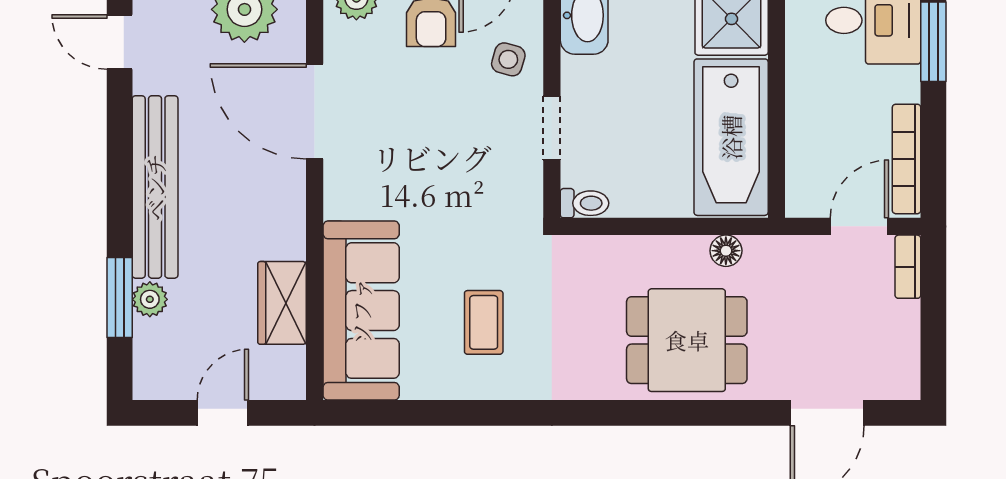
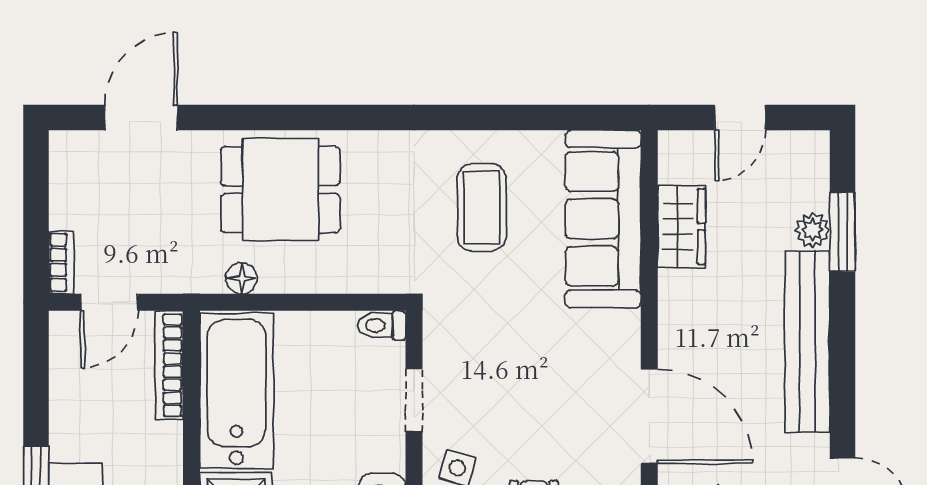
bookcase: (907, 159) -> (169, 365), moved, turned 180
coffee table: (484, 322) -> (482, 207), width x1.36, depth x1.30

